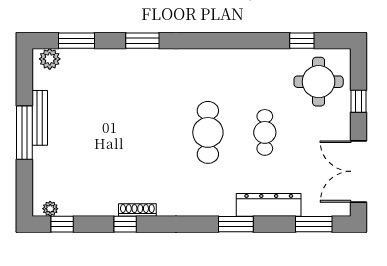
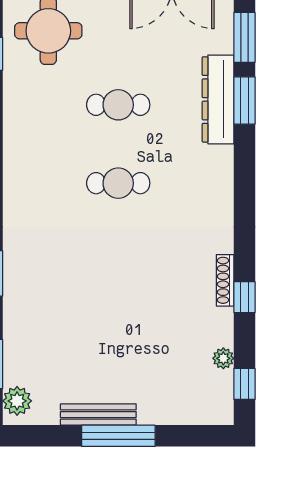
cafe table: (208, 132) -> (118, 183), width x0.73, depth x0.74
plant: (50, 209) -> (223, 358), moved
window: (236, 224) -> (244, 101), moved

